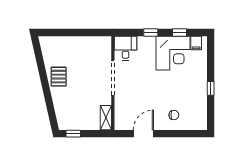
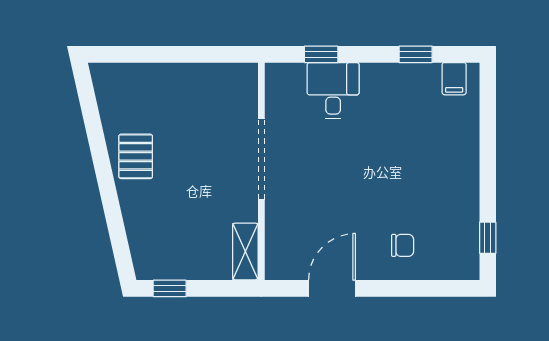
window: (151, 33) -> (321, 54), moved
desk: (126, 48) -> (333, 91), moved
corner desk: (173, 53) -> (401, 102), removed
window: (211, 88) -> (488, 238), moved

